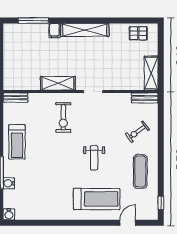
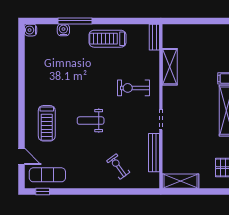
shelving: (58, 83) -> (170, 67), moved
bench: (145, 98) -> (154, 153), moved, width x1.36
exercise mat: (140, 171) -> (47, 175), moved
treadmill: (97, 199) -> (47, 123), width x0.73, depth x0.73

